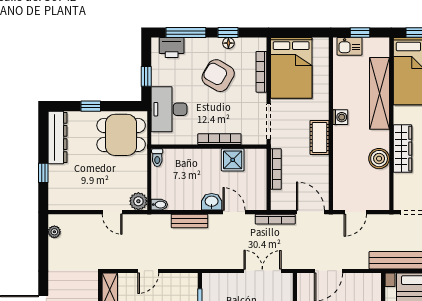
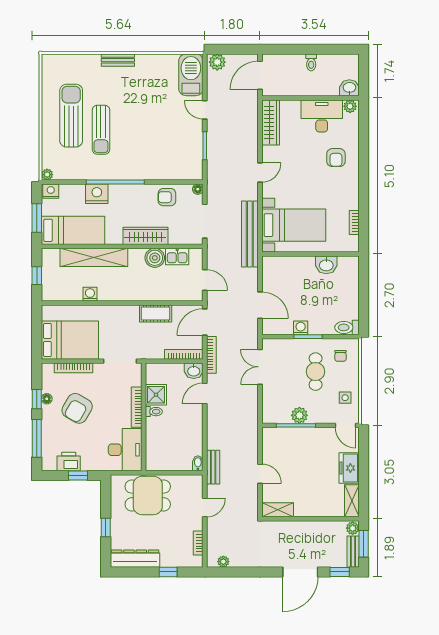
kitchen sink: (349, 46) -> (177, 257), moved, turned 90
printer: (172, 48) -> (69, 462), moved, turned -90
desk: (169, 109) -> (125, 450), moved, turned -90
washing machine: (340, 117) -> (90, 294), moved
dining table: (121, 135) -> (148, 495), moved, turned 90
cot: (320, 137) -> (156, 314), moved
toilet: (157, 158) -> (154, 412), moved
bookcase: (276, 169) -> (184, 354), moved
plant: (138, 201) -> (195, 483), removed
washbasin: (212, 202) -> (194, 371), moved, turned -90
bookcase: (74, 205) -> (198, 543), added
bench: (189, 221) -> (213, 467), moved

